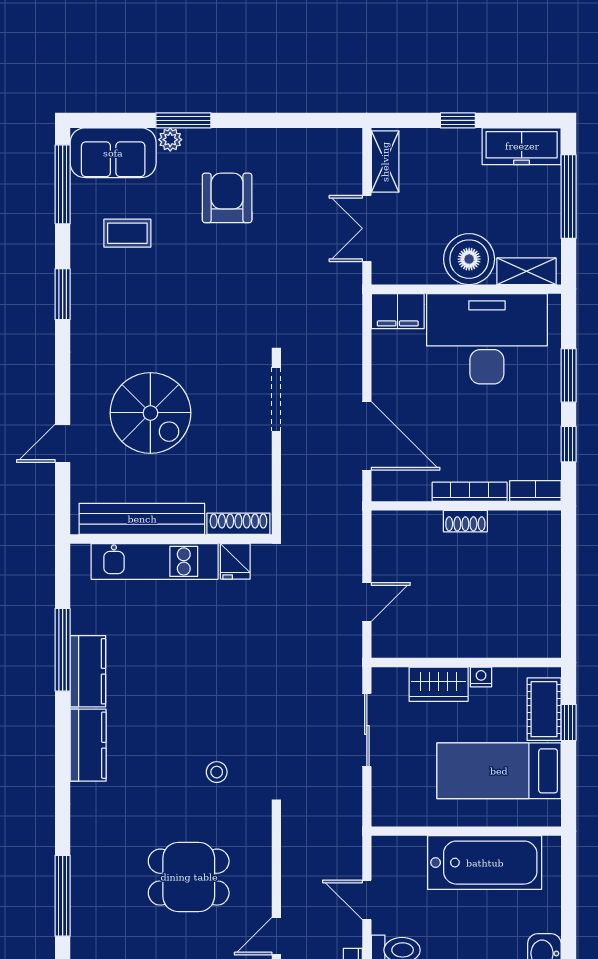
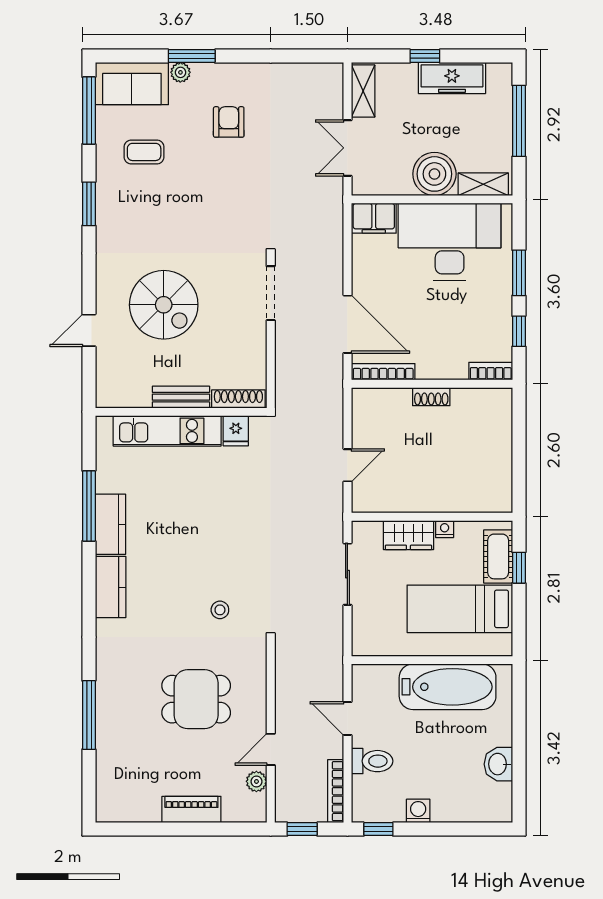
freezer: (522, 146) -> (452, 78), moved
armchair: (227, 198) -> (229, 122), width x0.72, depth x0.72
bookcase: (470, 492) -> (383, 372), moved
bench: (142, 519) -> (181, 397), width x0.54, depth x0.82

